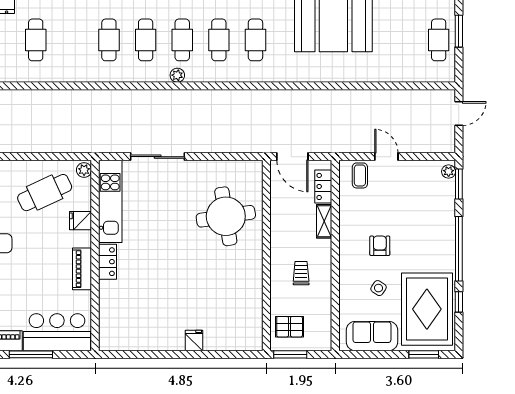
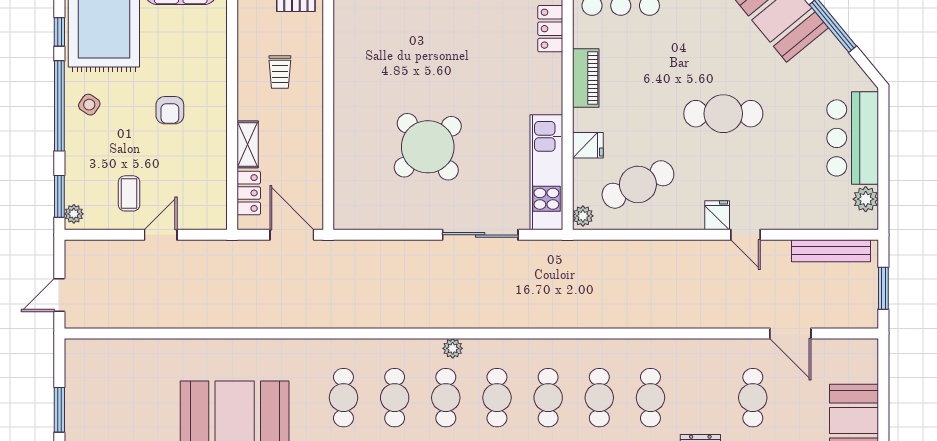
cafe table: (439, 40) -> (599, 398), moved
door: (386, 157) -> (161, 235), swing flipped
coffee table: (360, 175) -> (129, 193), moved
round table: (226, 216) -> (428, 147), moved, turned -32
locker: (107, 262) -> (550, 29), moved
side table: (379, 288) -> (89, 105), moved

